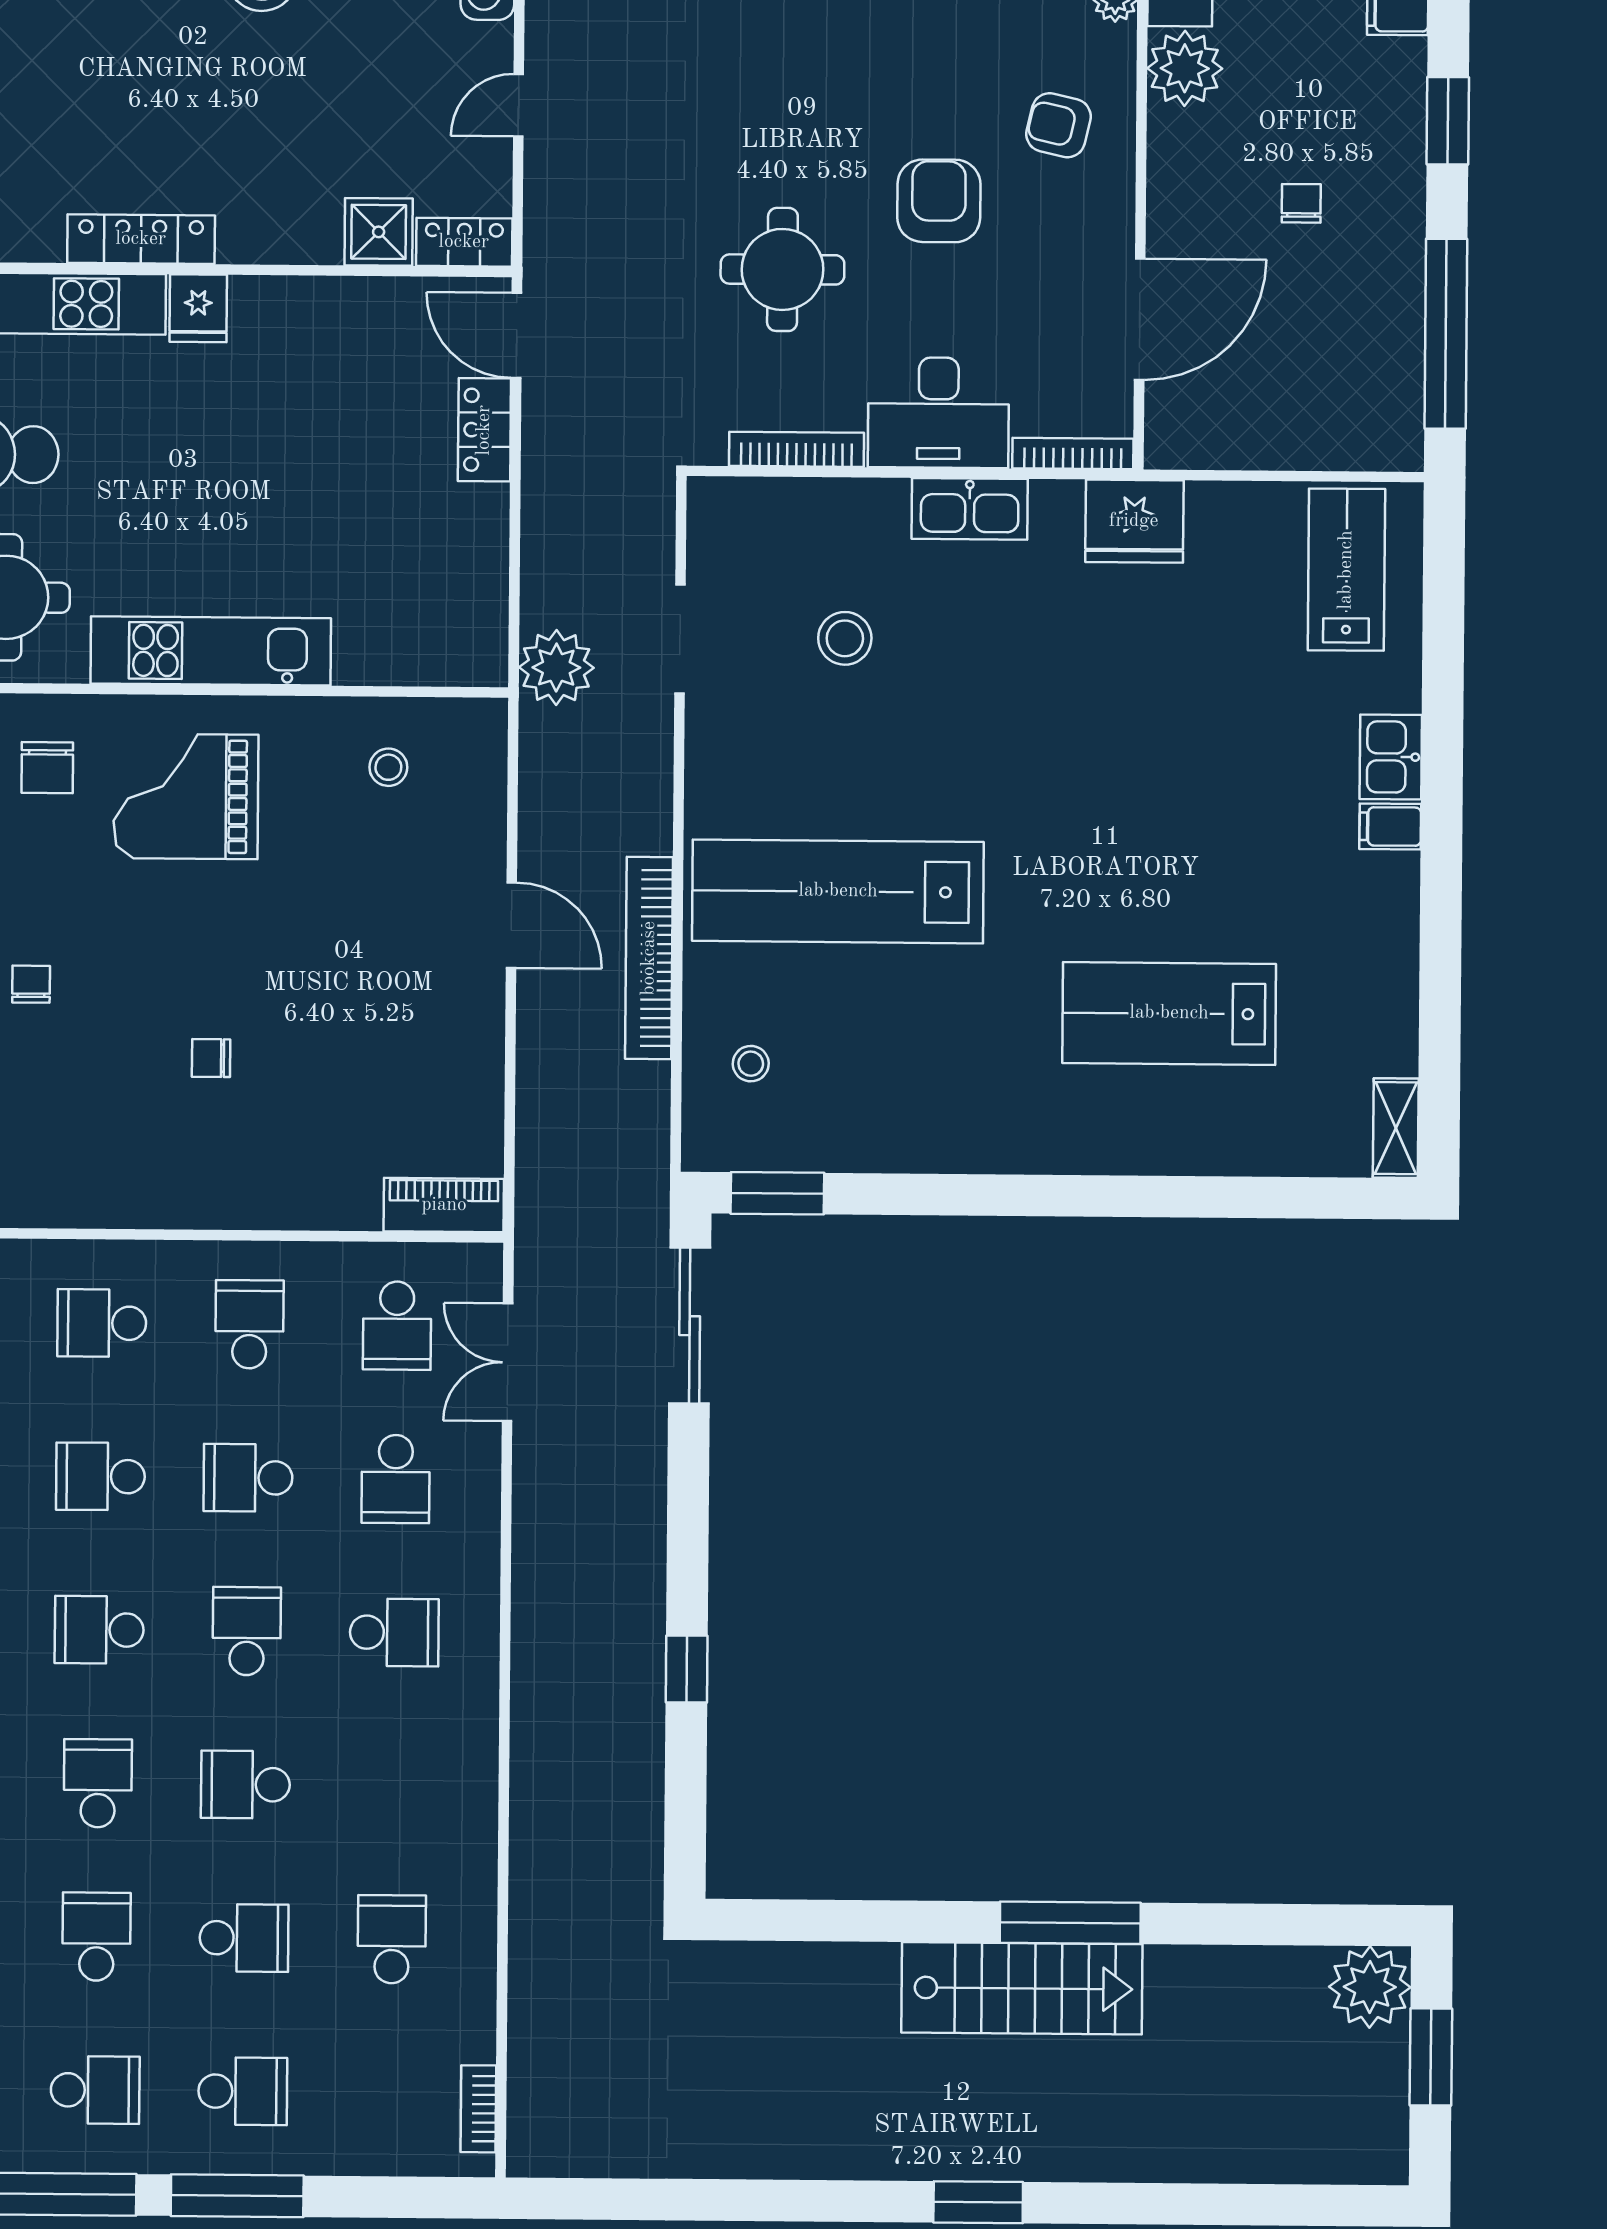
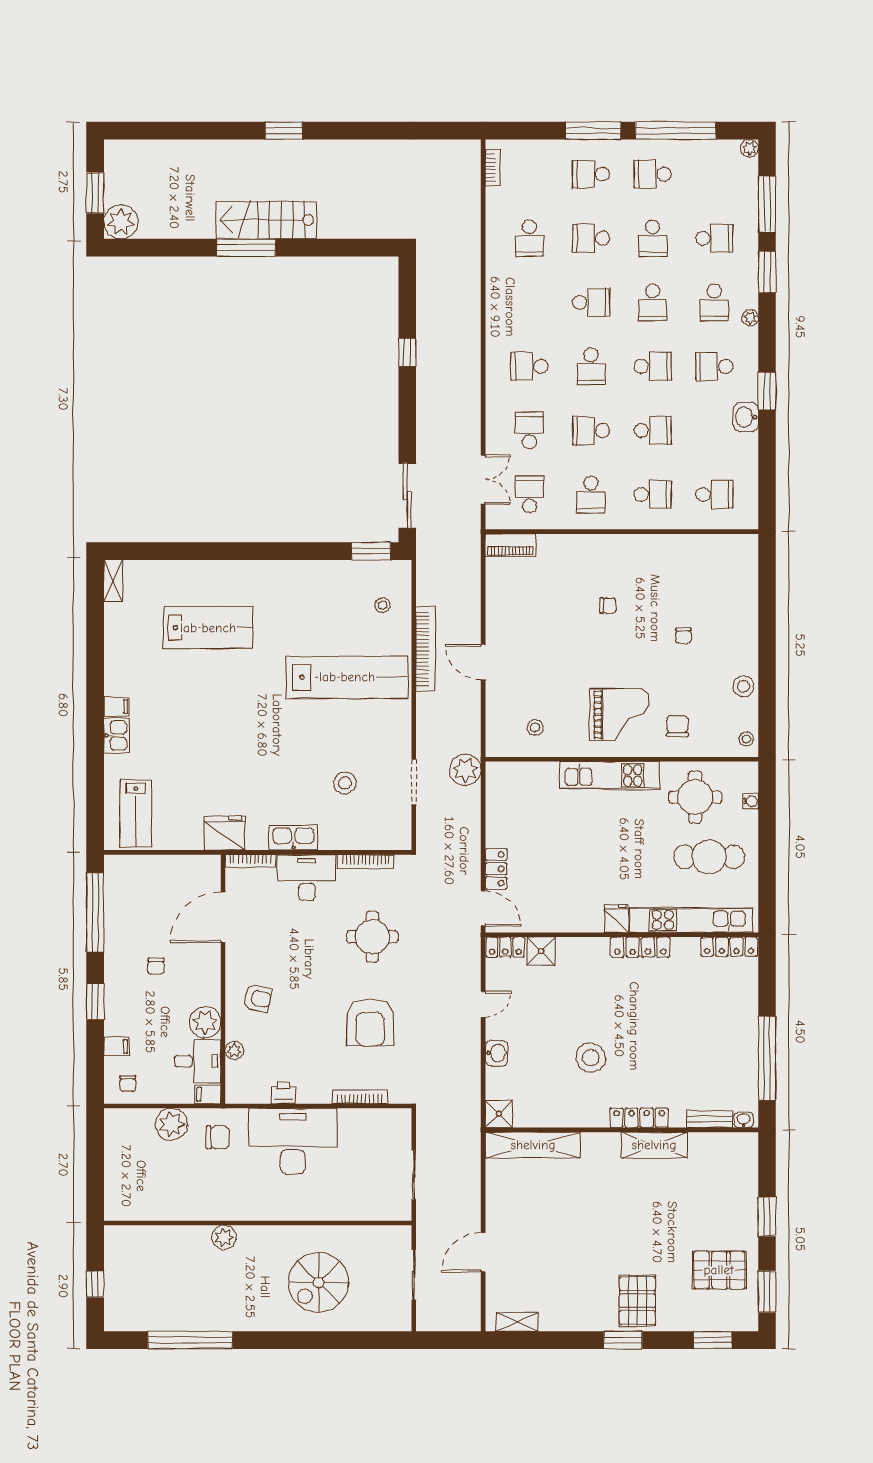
armchair: (939, 201) -> (370, 1022), moved, width x1.36, depth x1.36
school desk: (248, 1478) -> (591, 430), turned 180

